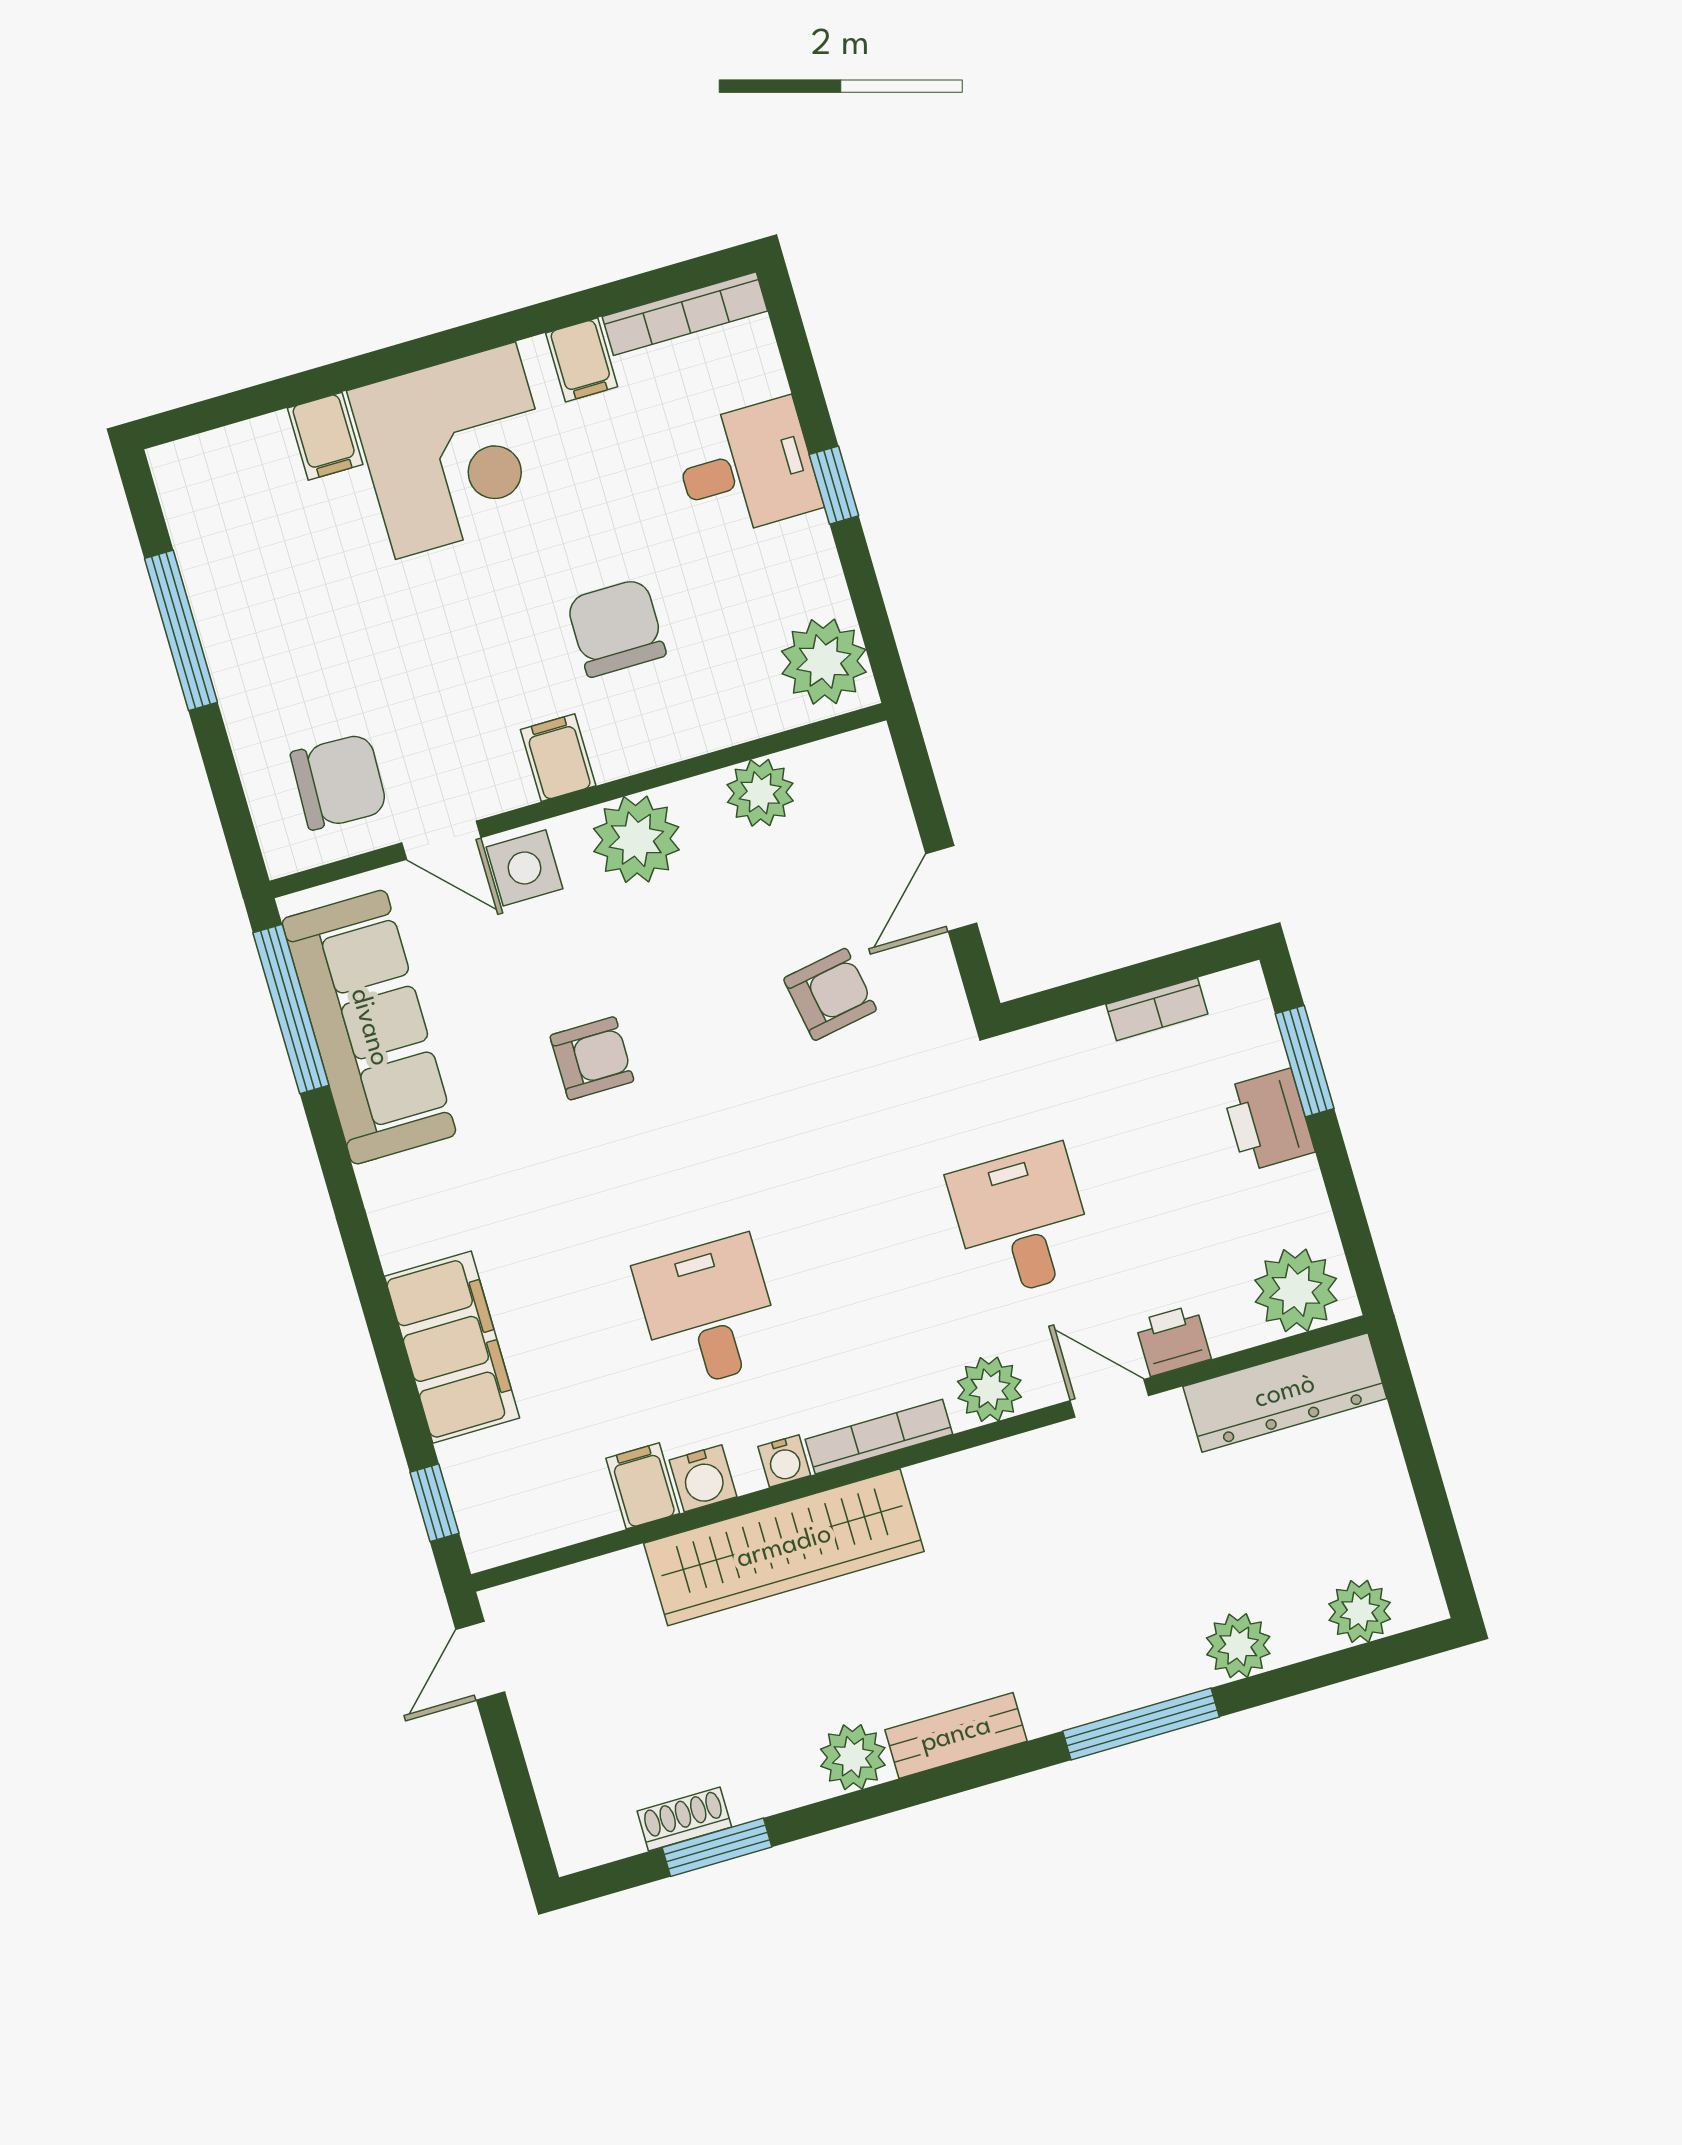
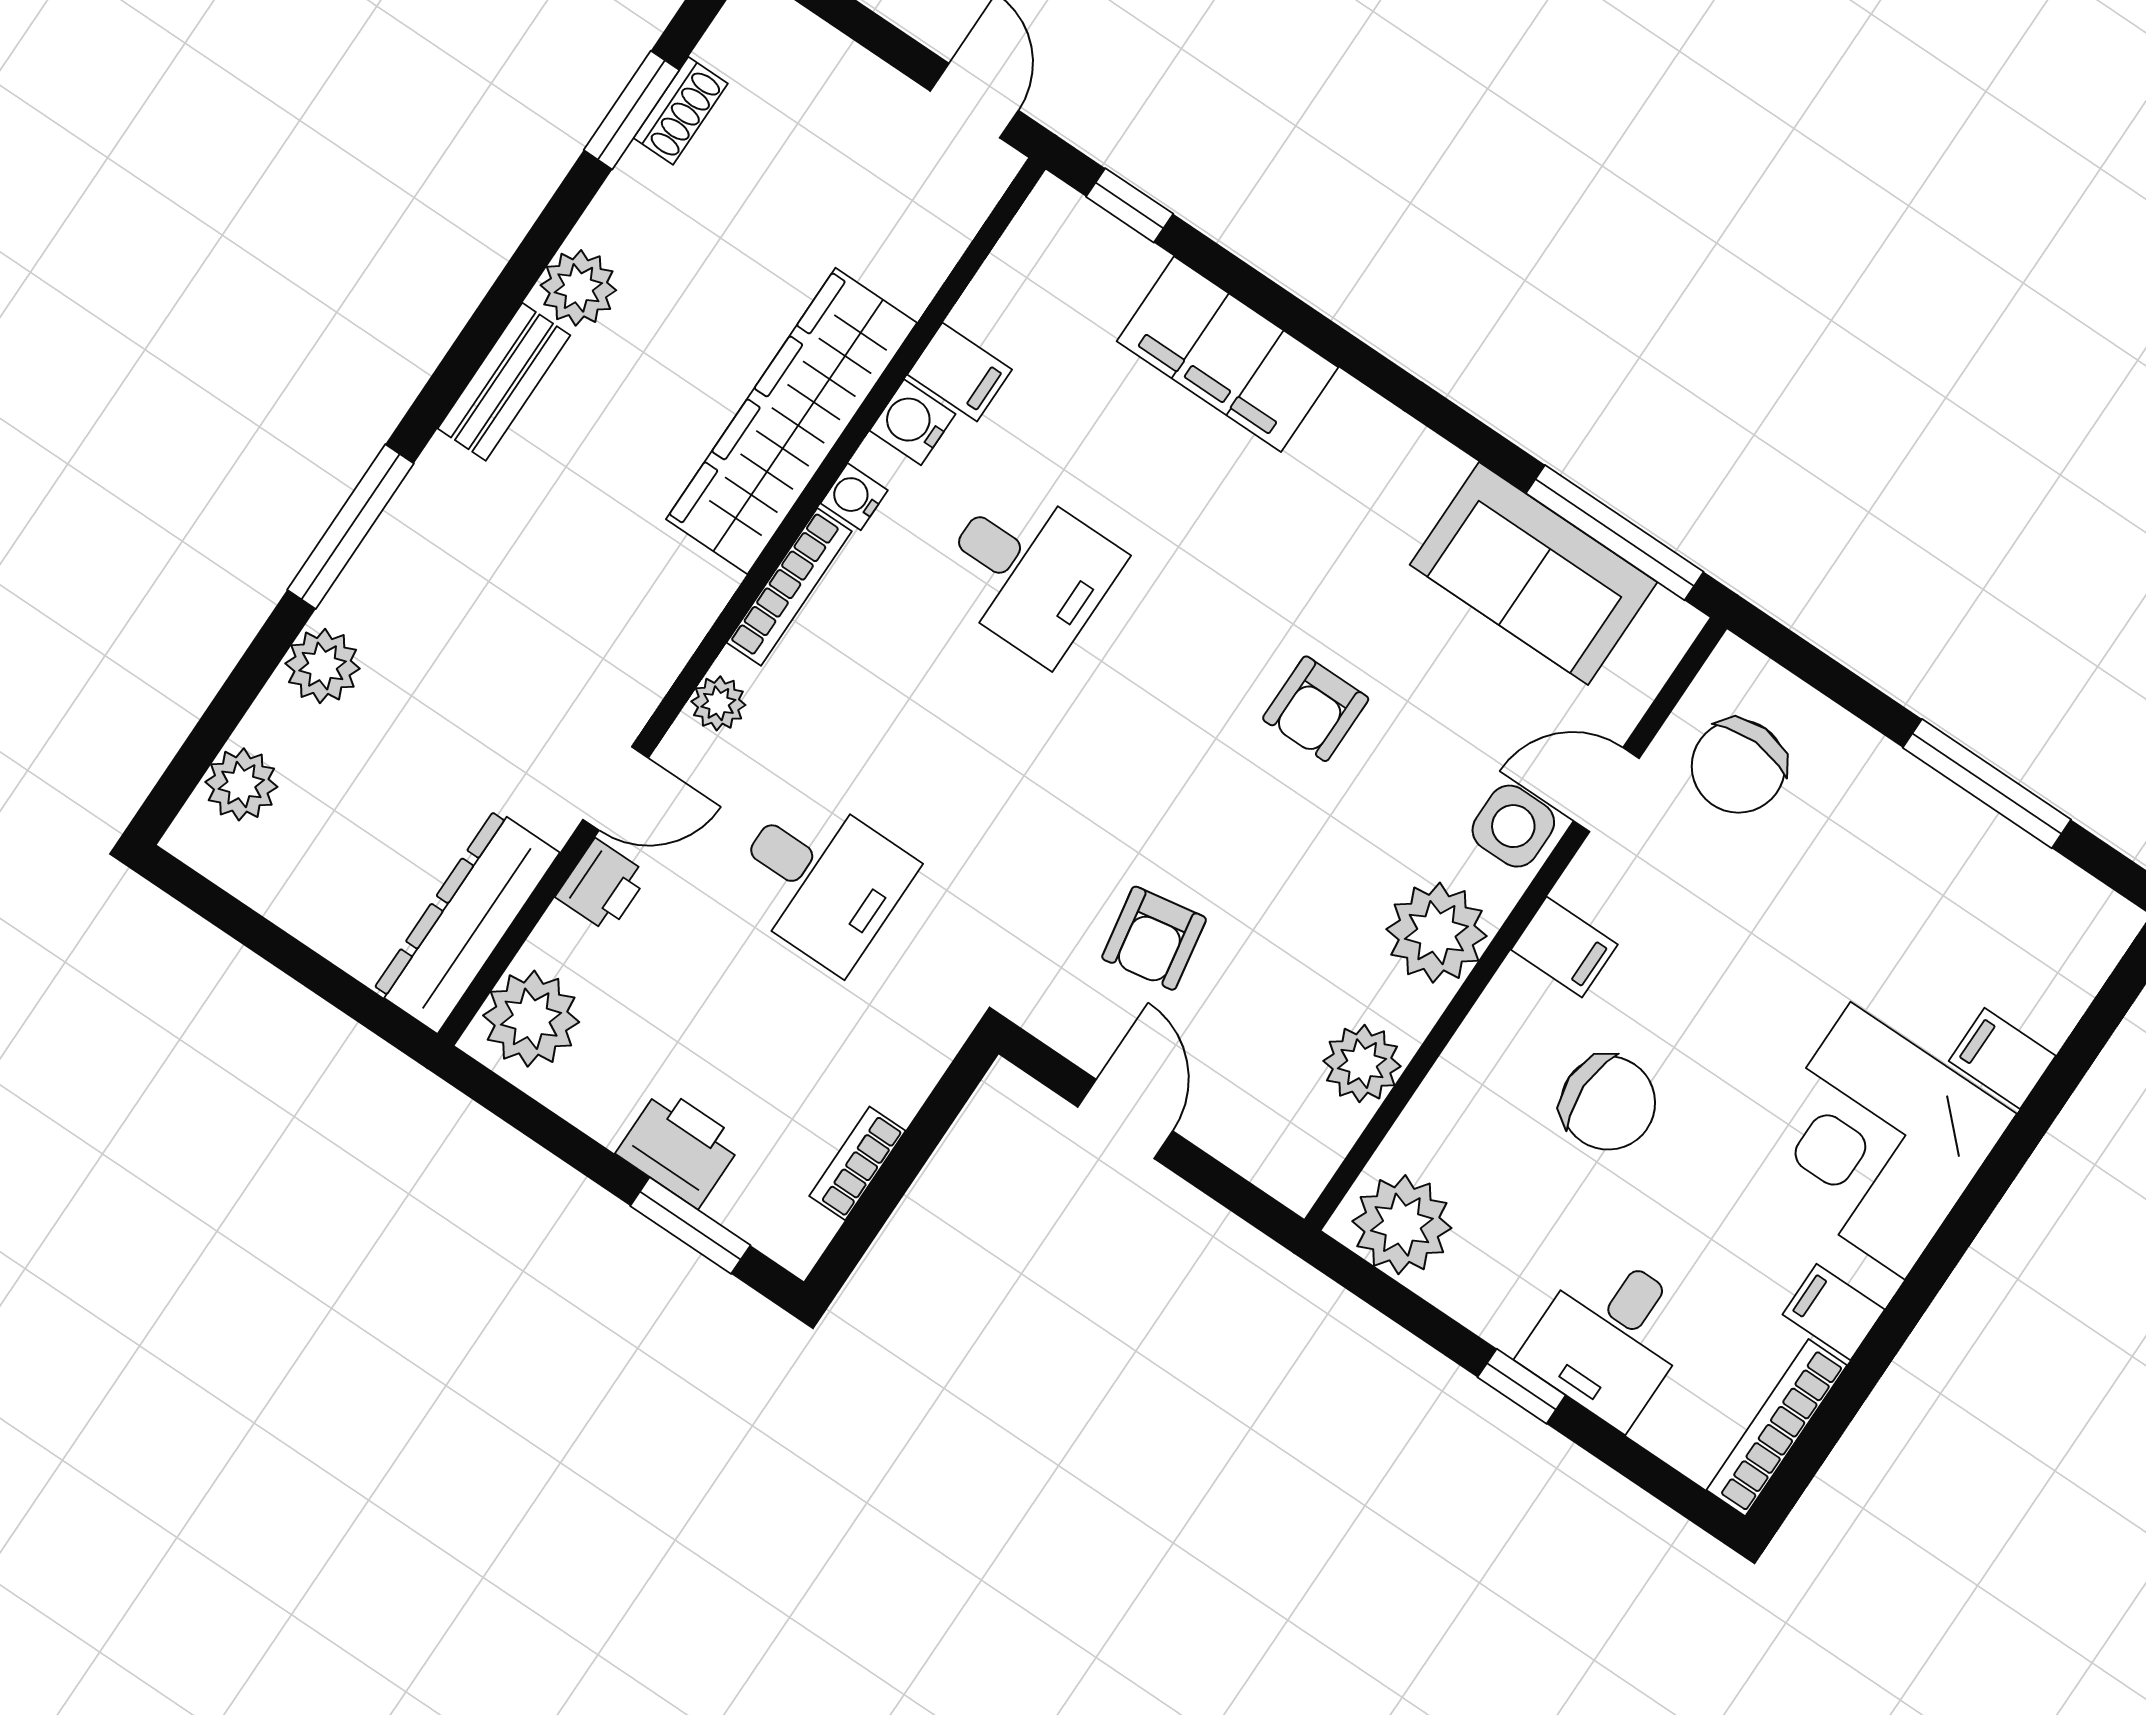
sofa: (369, 1027) -> (1533, 574), width x0.73
plant: (990, 1389) -> (718, 703), width x0.73, depth x0.73

